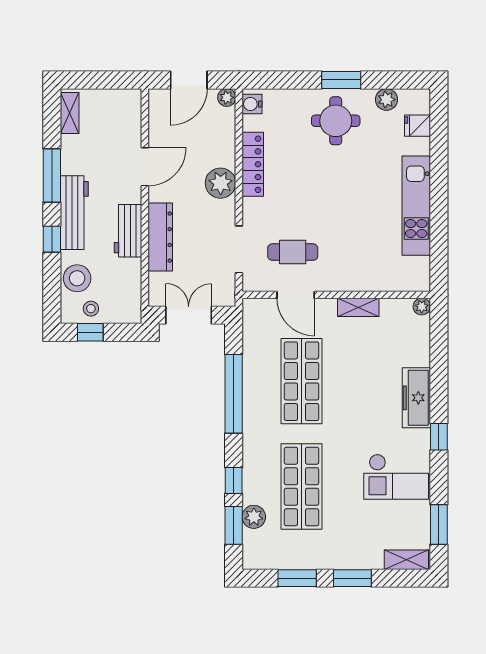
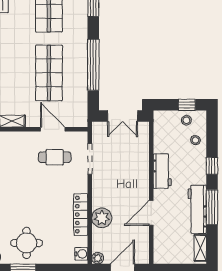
plant: (221, 183) -> (102, 218), moved
workbench: (74, 213) -> (197, 209), moved
dresser: (160, 237) -> (141, 167), removed
stool: (77, 278) -> (195, 140), width x0.53, depth x0.53

